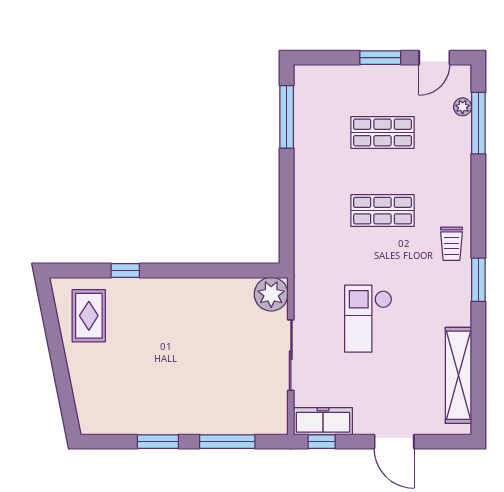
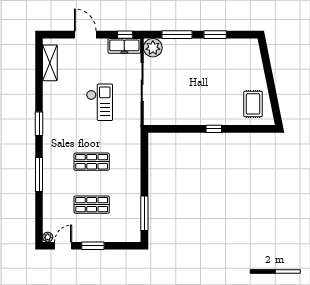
plant: (463, 107) -> (48, 237), moved
window: (478, 123) -> (39, 174), moved
trolley: (451, 244) -> (54, 143), removed
window: (125, 270) -> (214, 129), moved
plant: (271, 294) -> (153, 48), moved
shelving: (458, 375) -> (50, 63), width x0.68

